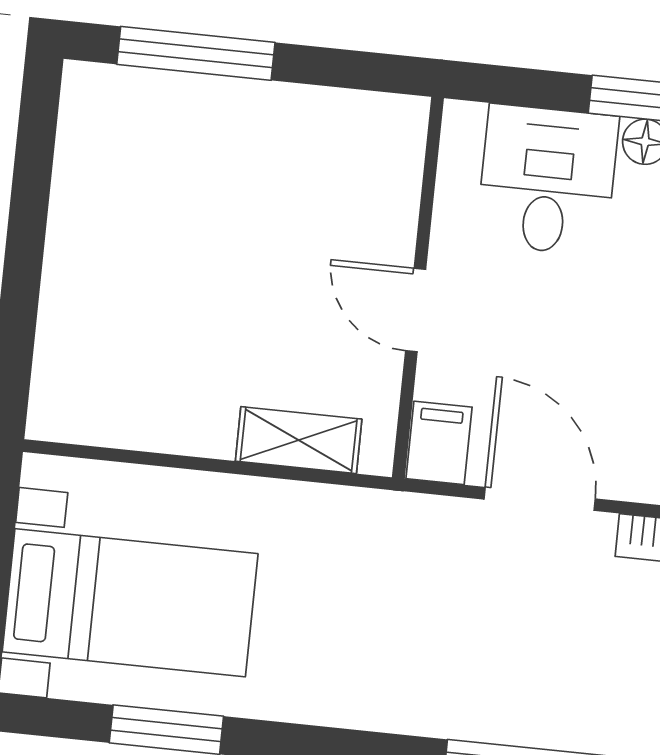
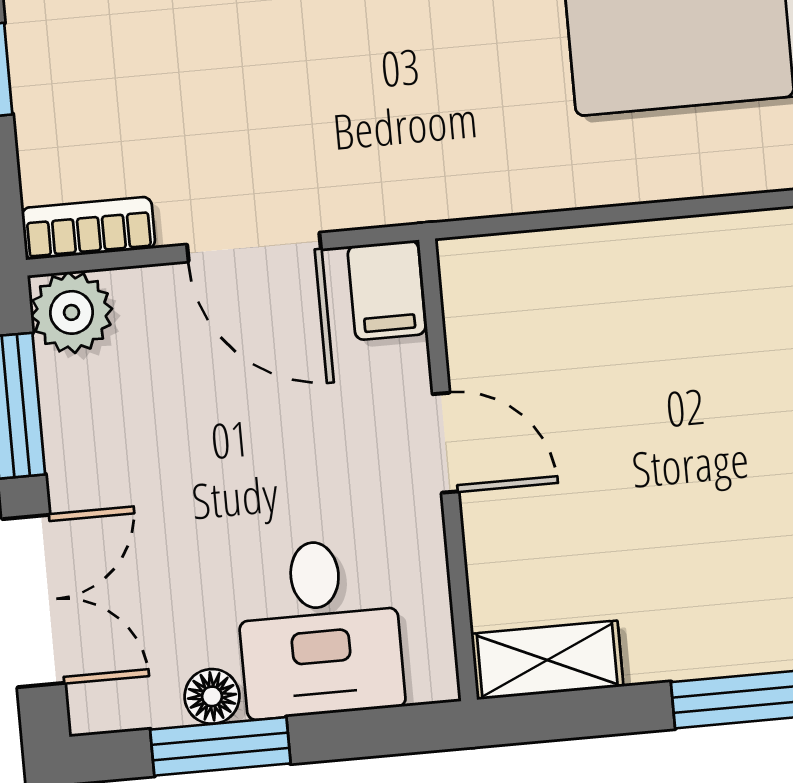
shelving: (299, 440) -> (547, 660), moved

